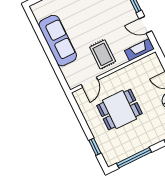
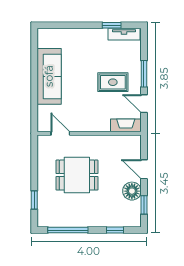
rug: (103, 54) -> (113, 82), moved, turned 90
door: (89, 82) -> (60, 133), swing flipped

